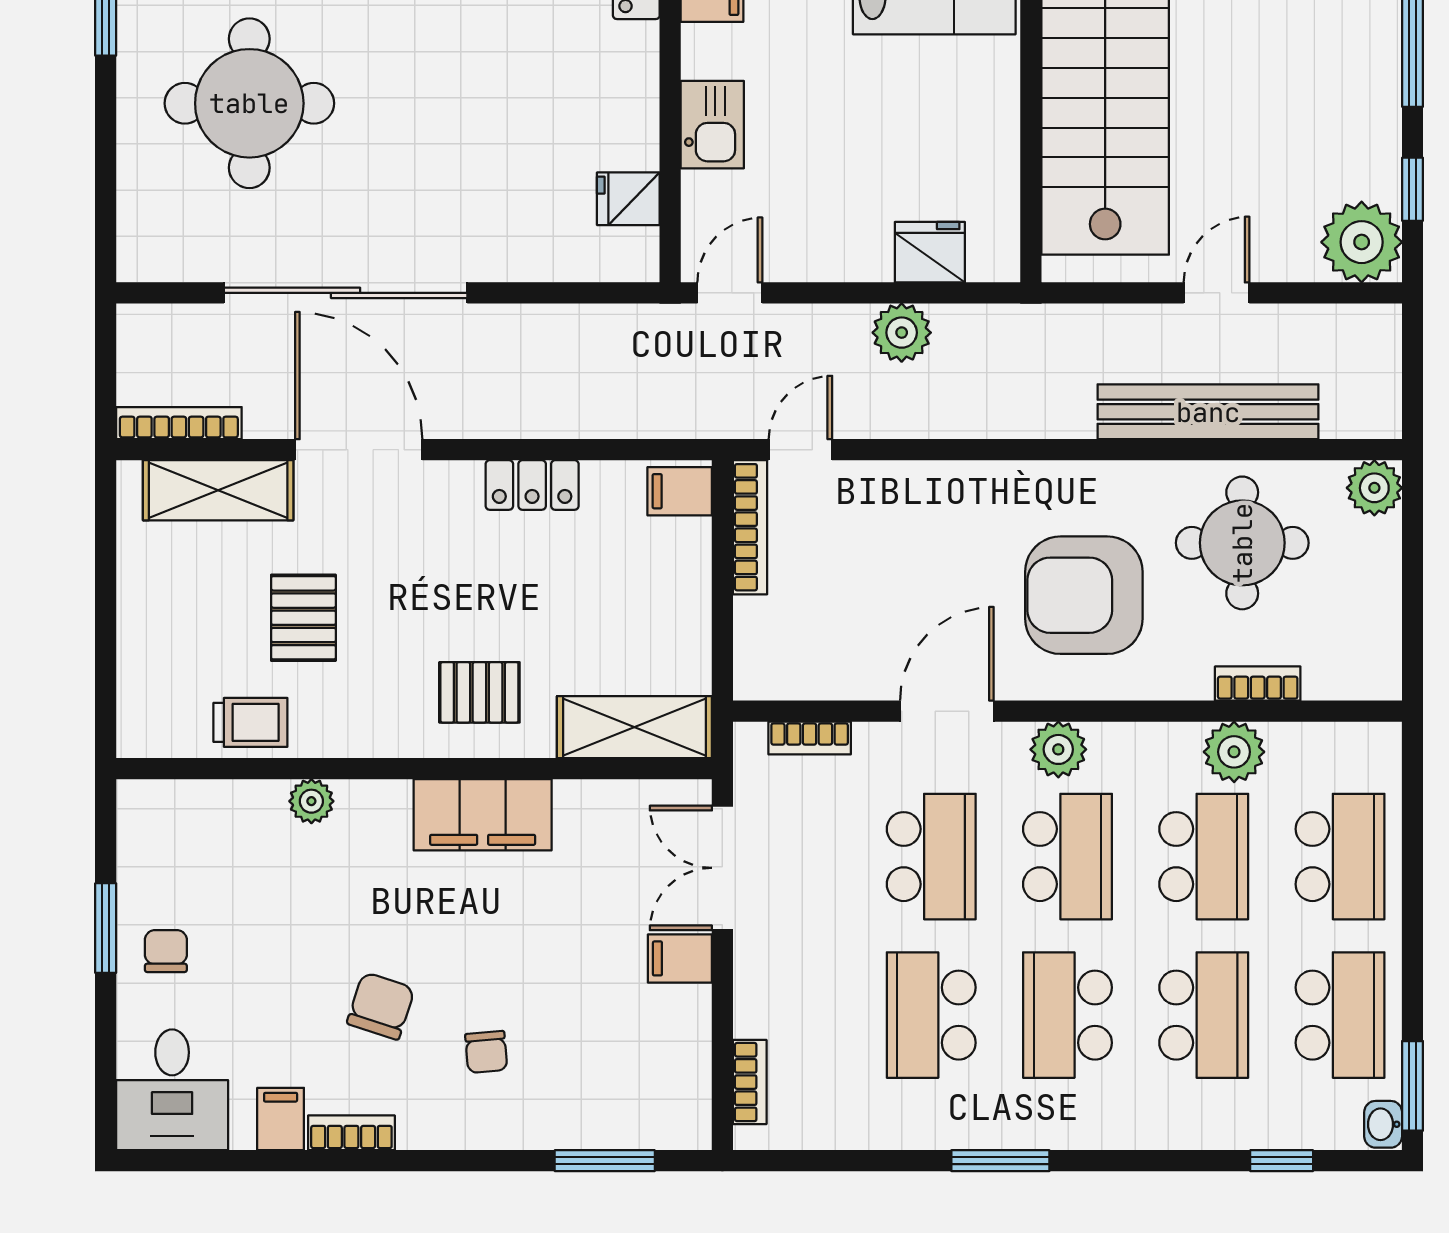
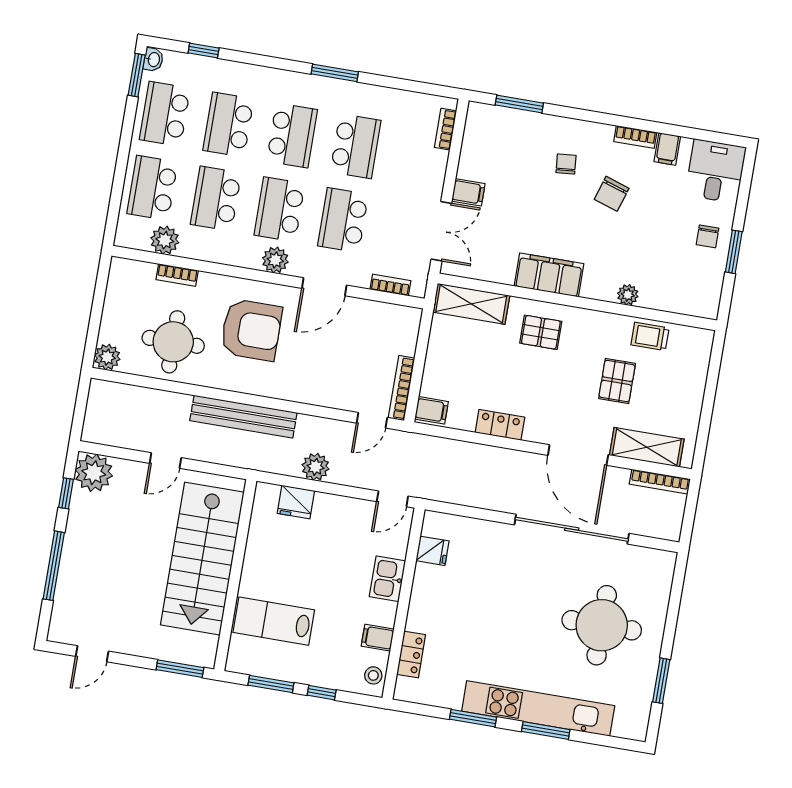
bench: (1208, 412) -> (243, 417), moved
plant: (1234, 752) -> (165, 240), moved

